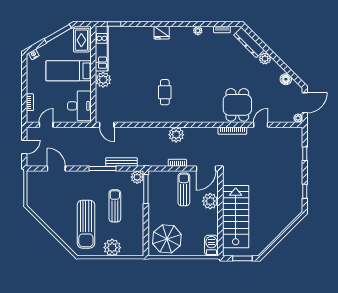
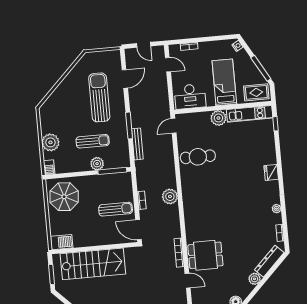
cafe table: (165, 92) -> (198, 157), moved, width x1.37, depth x1.35
plant: (137, 177) -> (97, 164), moved
plant: (210, 201) -> (106, 237), removed
sun lounger: (86, 224) -> (99, 97), moved, turned 90
barbecue: (137, 251) -> (49, 167), added

